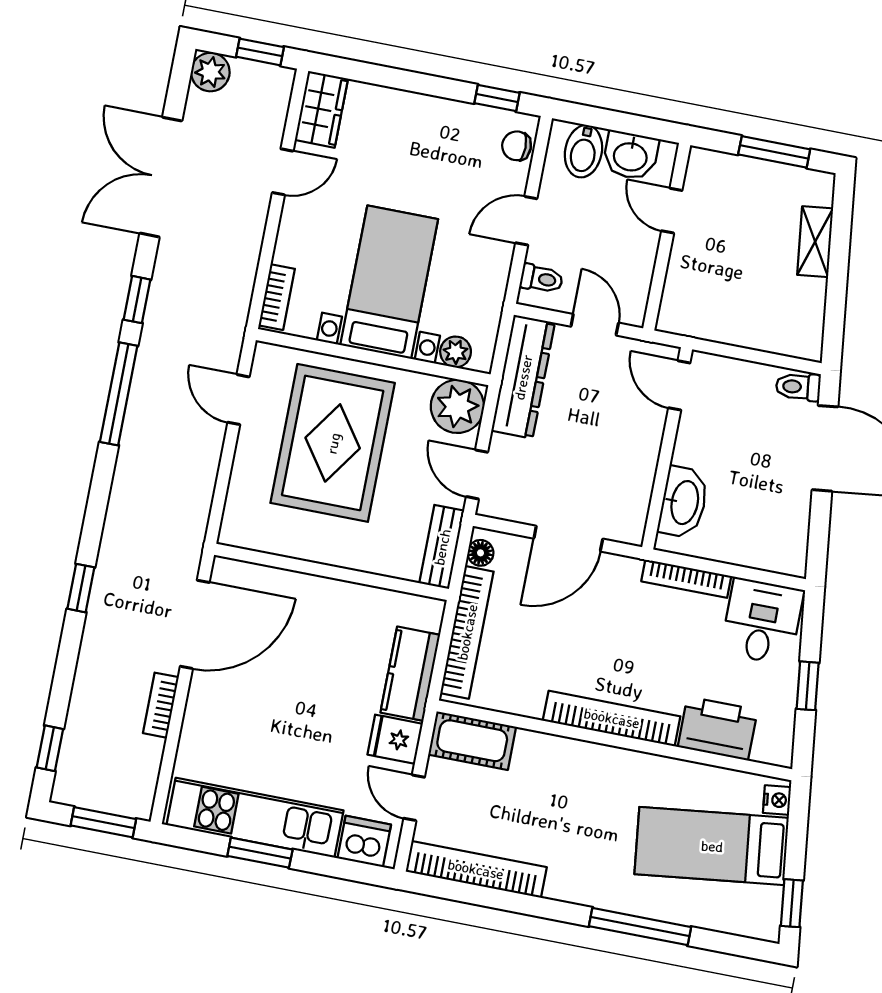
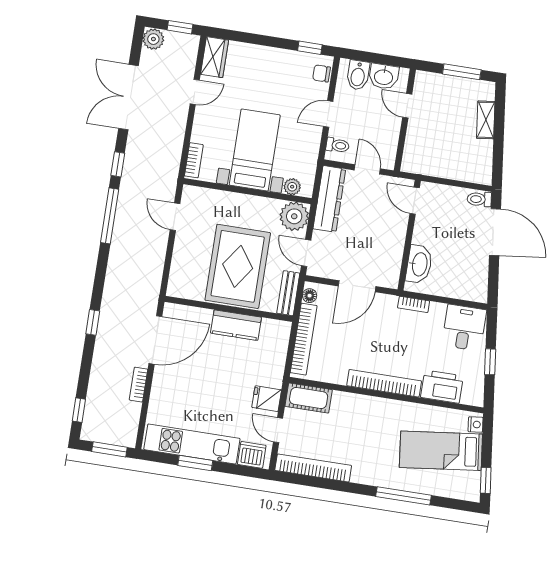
rug: (333, 443) -> (238, 266), moved
bookcase: (686, 579) -> (414, 304), width x0.64
kitchen counter: (410, 674) -> (236, 325), moved, turned -90

